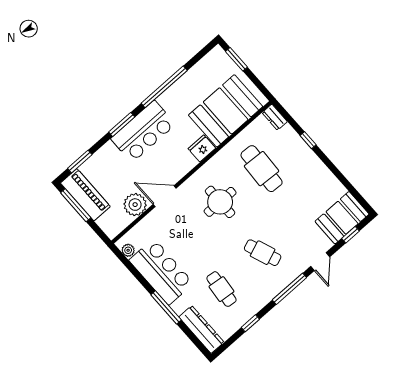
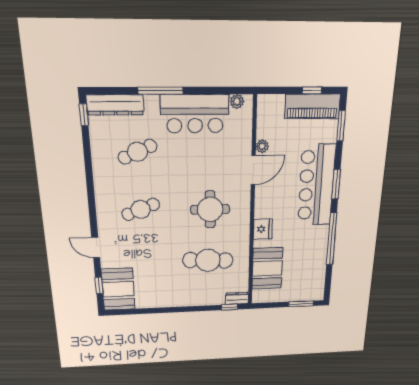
booth: (226, 111) -> (267, 268), width x0.73, depth x0.70
bar counter: (143, 131) -> (317, 185), width x1.36
window: (308, 140) -> (230, 307), moved
window: (76, 205) -> (312, 90), width x0.46
plant: (135, 205) -> (262, 146), width x0.53, depth x0.53
cafe table: (221, 289) -> (137, 152), turned -30
window: (289, 289) -> (92, 207), removed
window: (250, 323) -> (84, 115), moved

